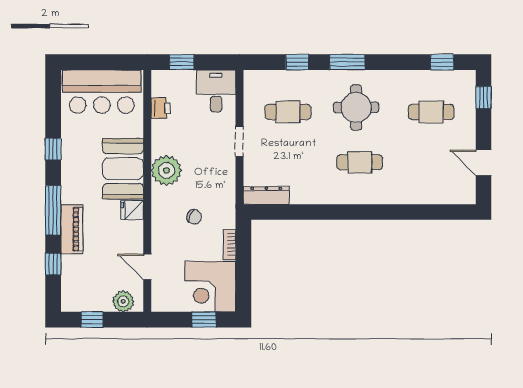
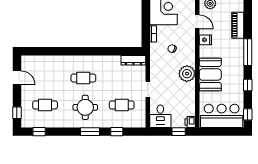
printer: (161, 108) -> (190, 122), moved
fridge: (132, 210) -> (205, 40), moved
piano: (72, 229) -> (238, 25), moved
window: (53, 264) -> (248, 114), moved

